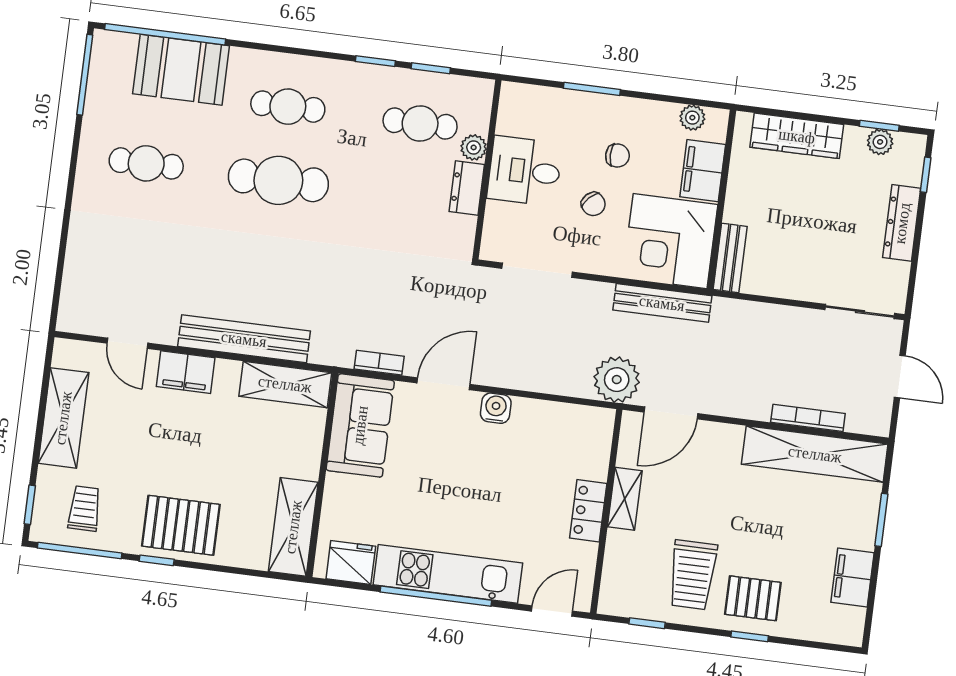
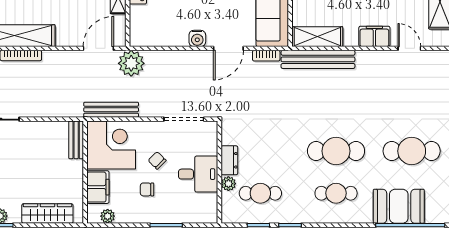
cafe table: (146, 163) -> (412, 151), width x1.37, depth x1.35
bench: (244, 339) -> (318, 59), moved

